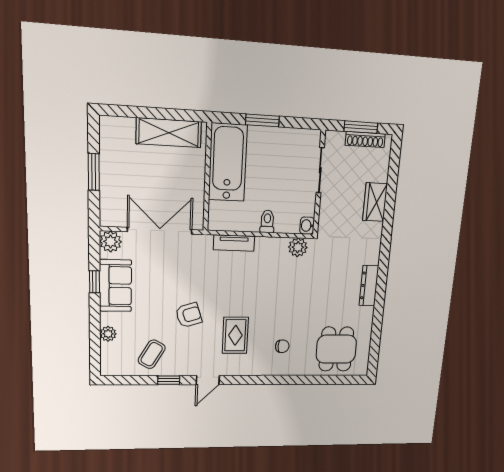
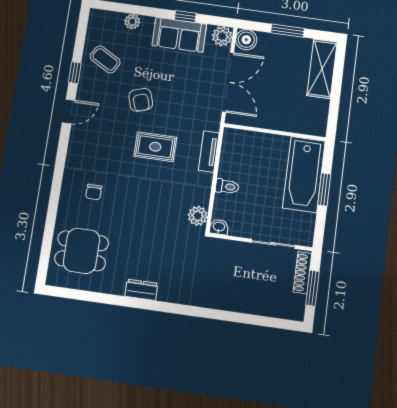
shelving: (169, 133) -> (322, 69), moved
shoe rack: (365, 140) -> (302, 273), moved
bathtub: (228, 162) -> (304, 174), moved, turned 90
wardrobe: (375, 202) -> (236, 300), removed
boiler: (111, 216) -> (246, 40), added
dresser: (369, 286) -> (141, 290), width x0.70
rug: (235, 335) -> (155, 147), moved
door: (208, 380) -> (69, 111), swing flipped

